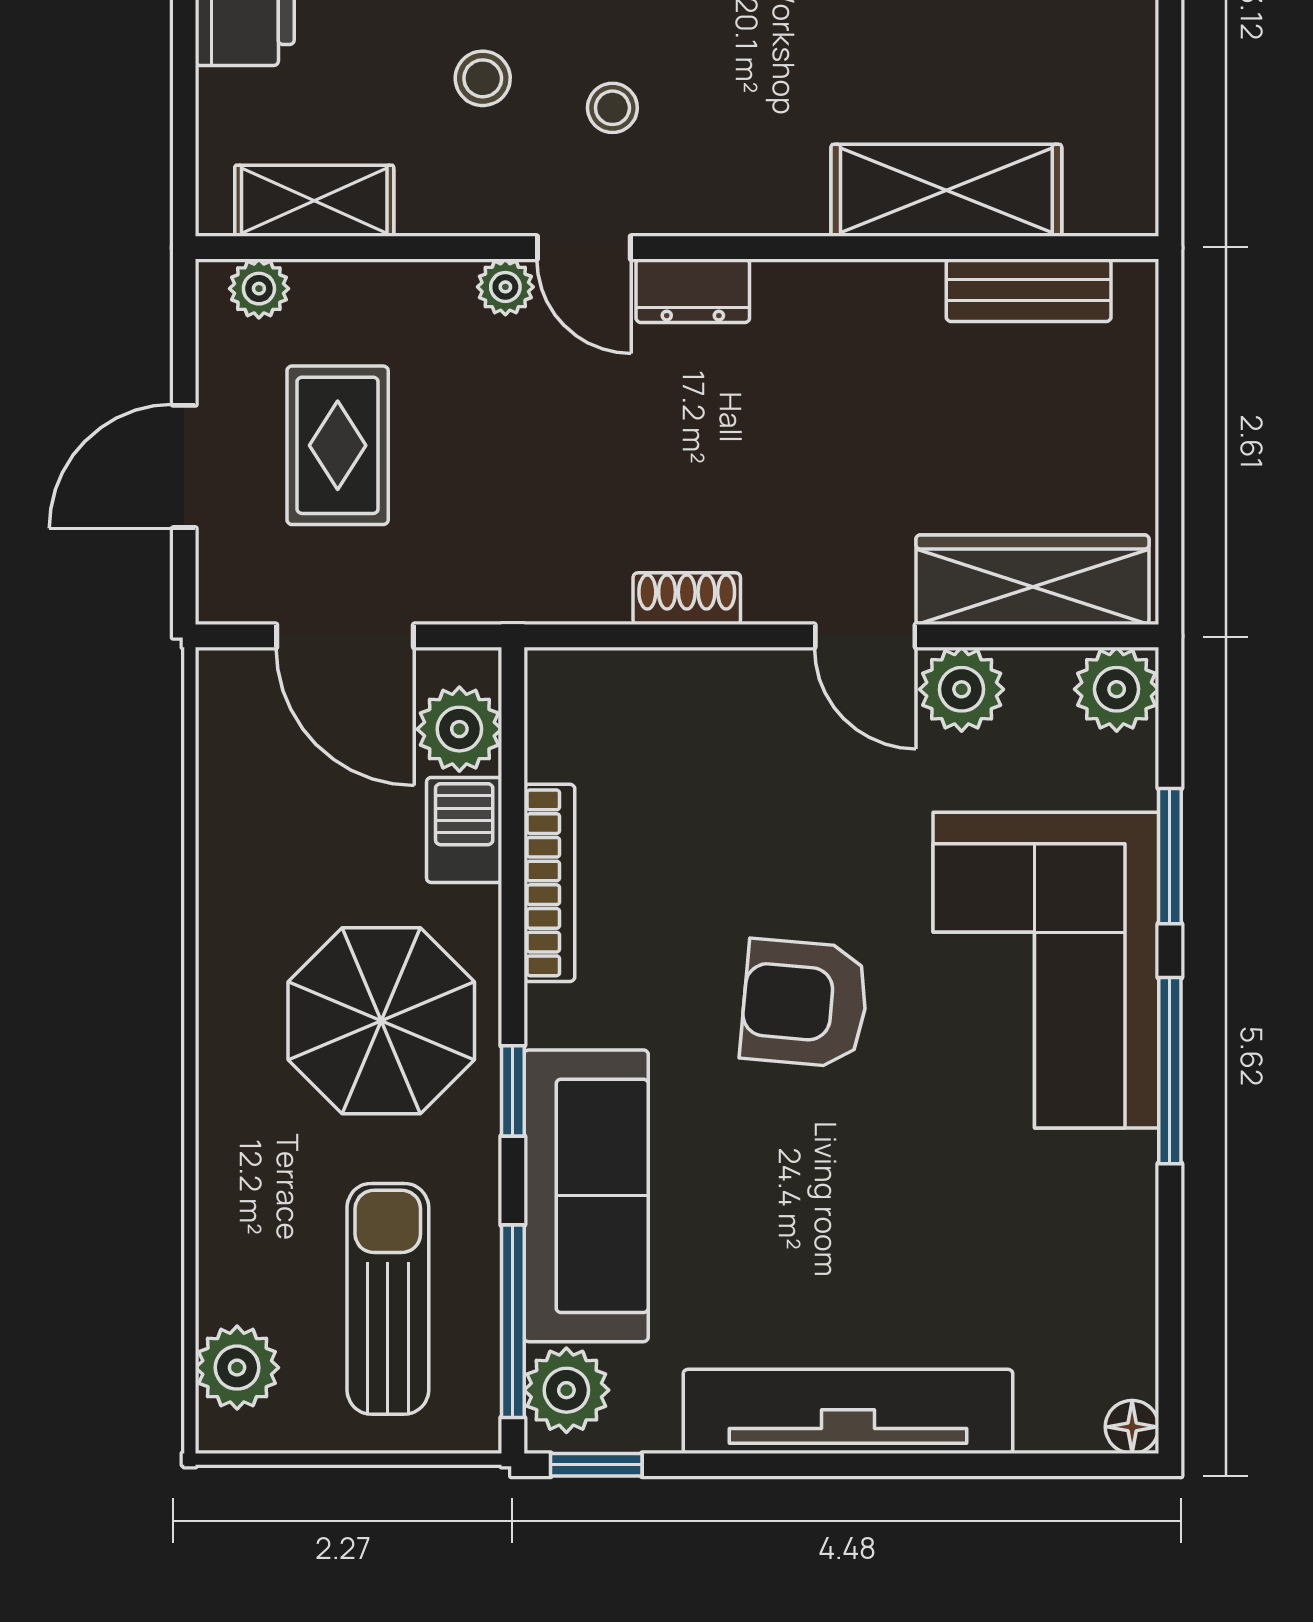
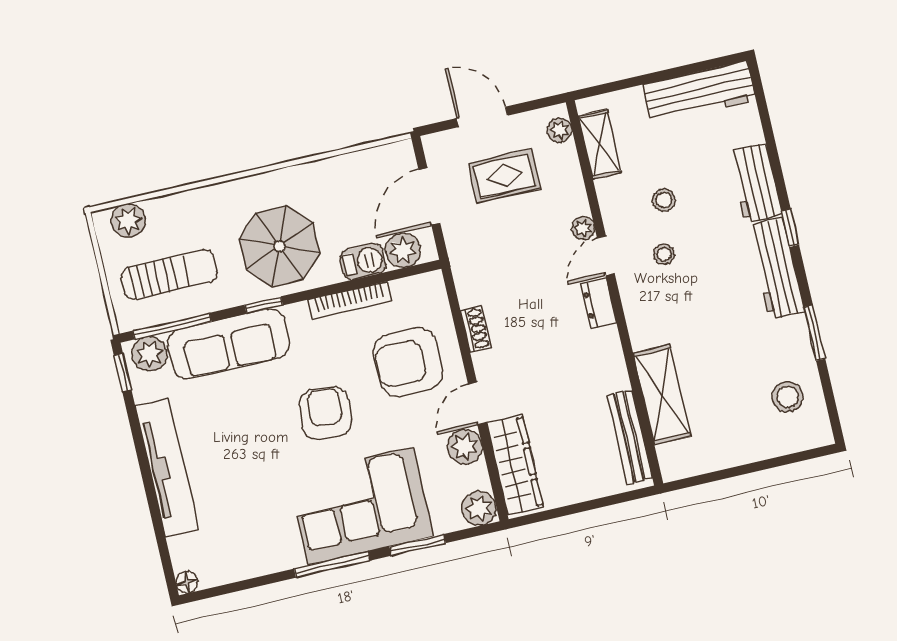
bench: (1029, 290) -> (630, 437), width x1.36
armchair: (728, 778) -> (408, 362), added

